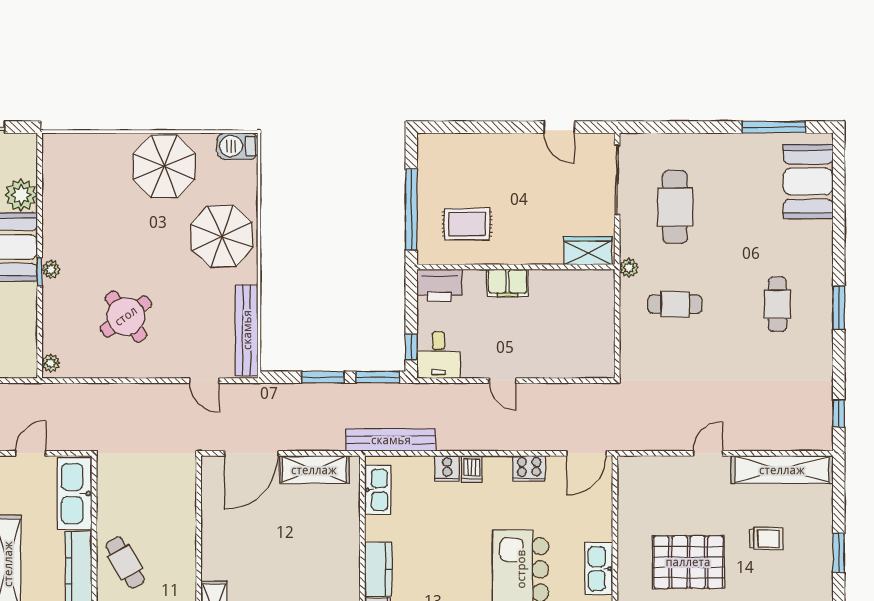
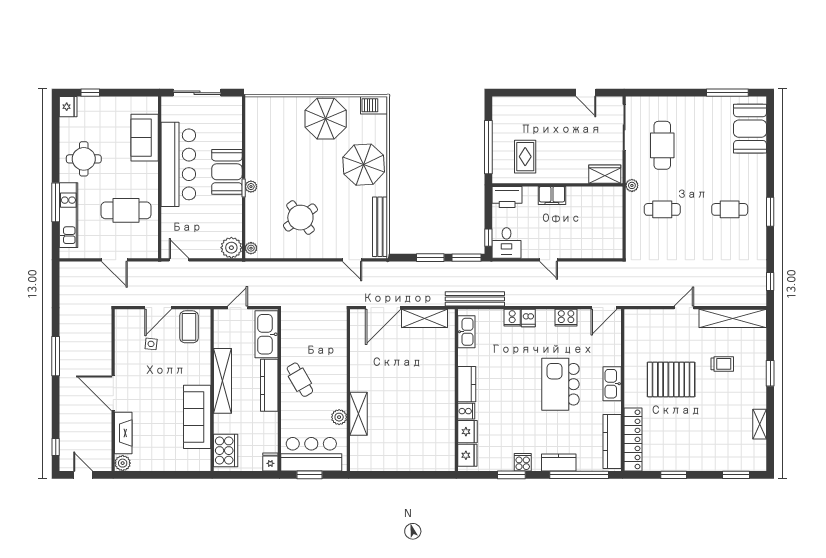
plant: (21, 195) -> (231, 248), moved
rug: (467, 224) -> (525, 157), turned 90
cafe table: (777, 304) -> (730, 209), turned 90

